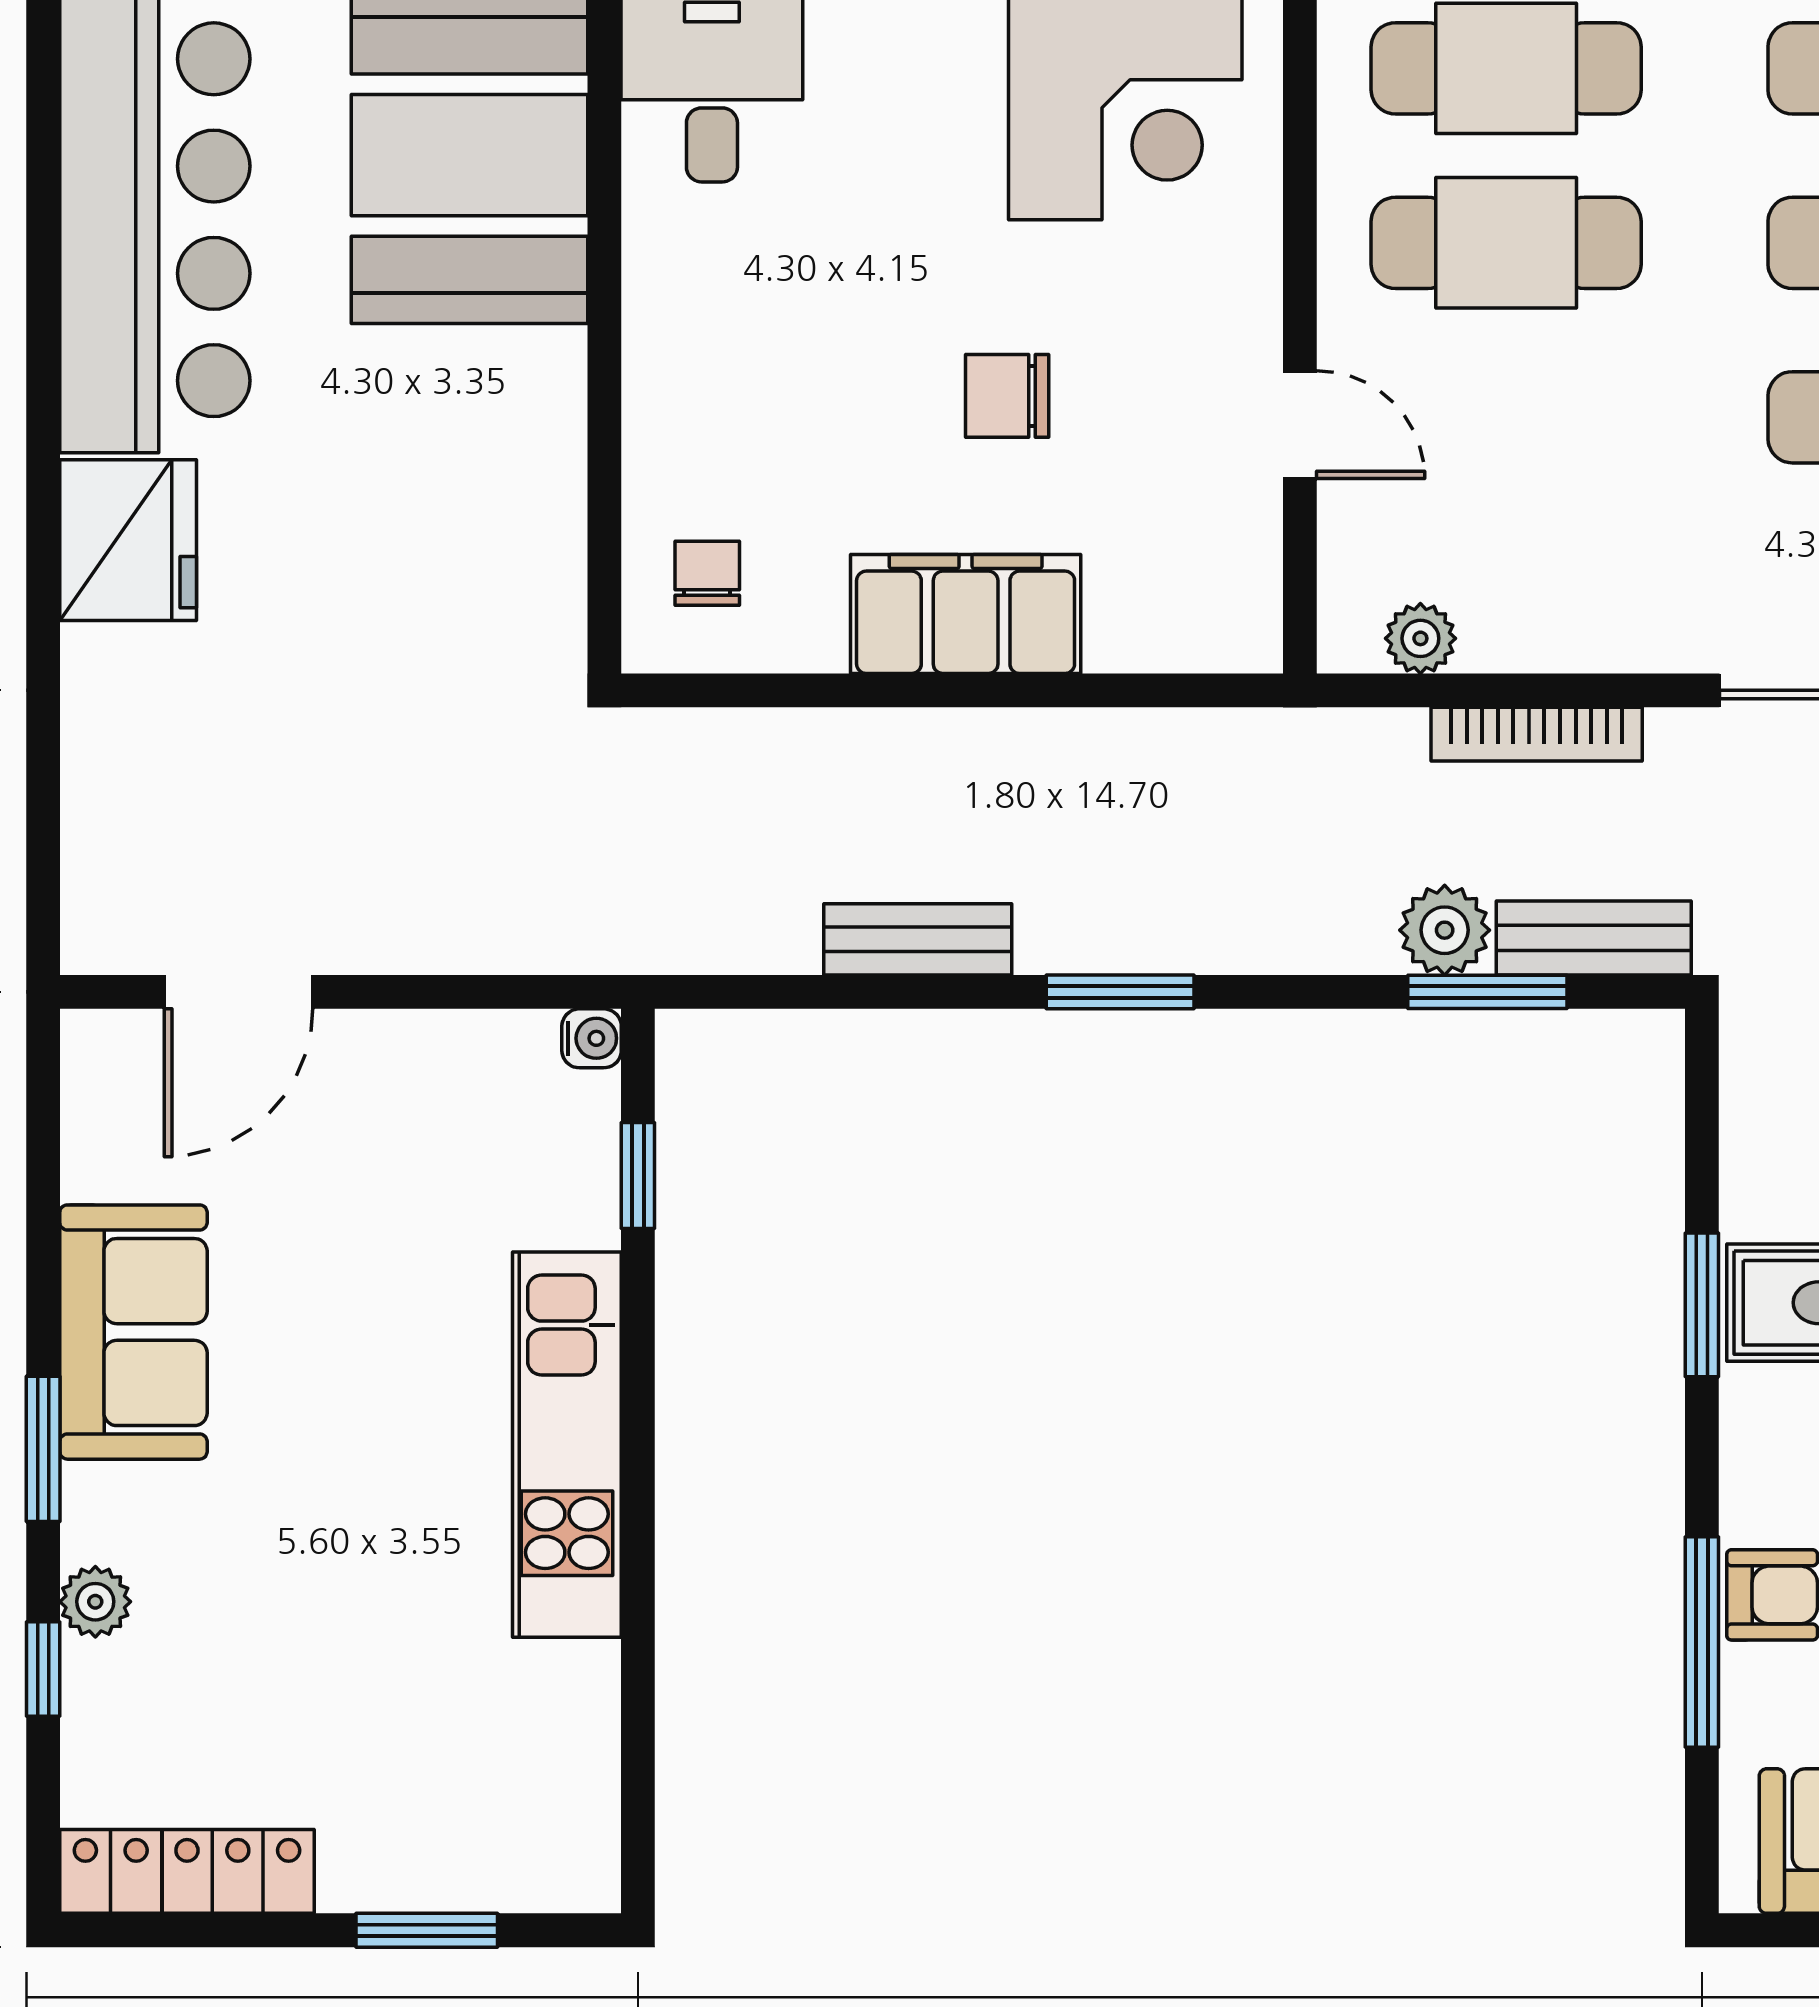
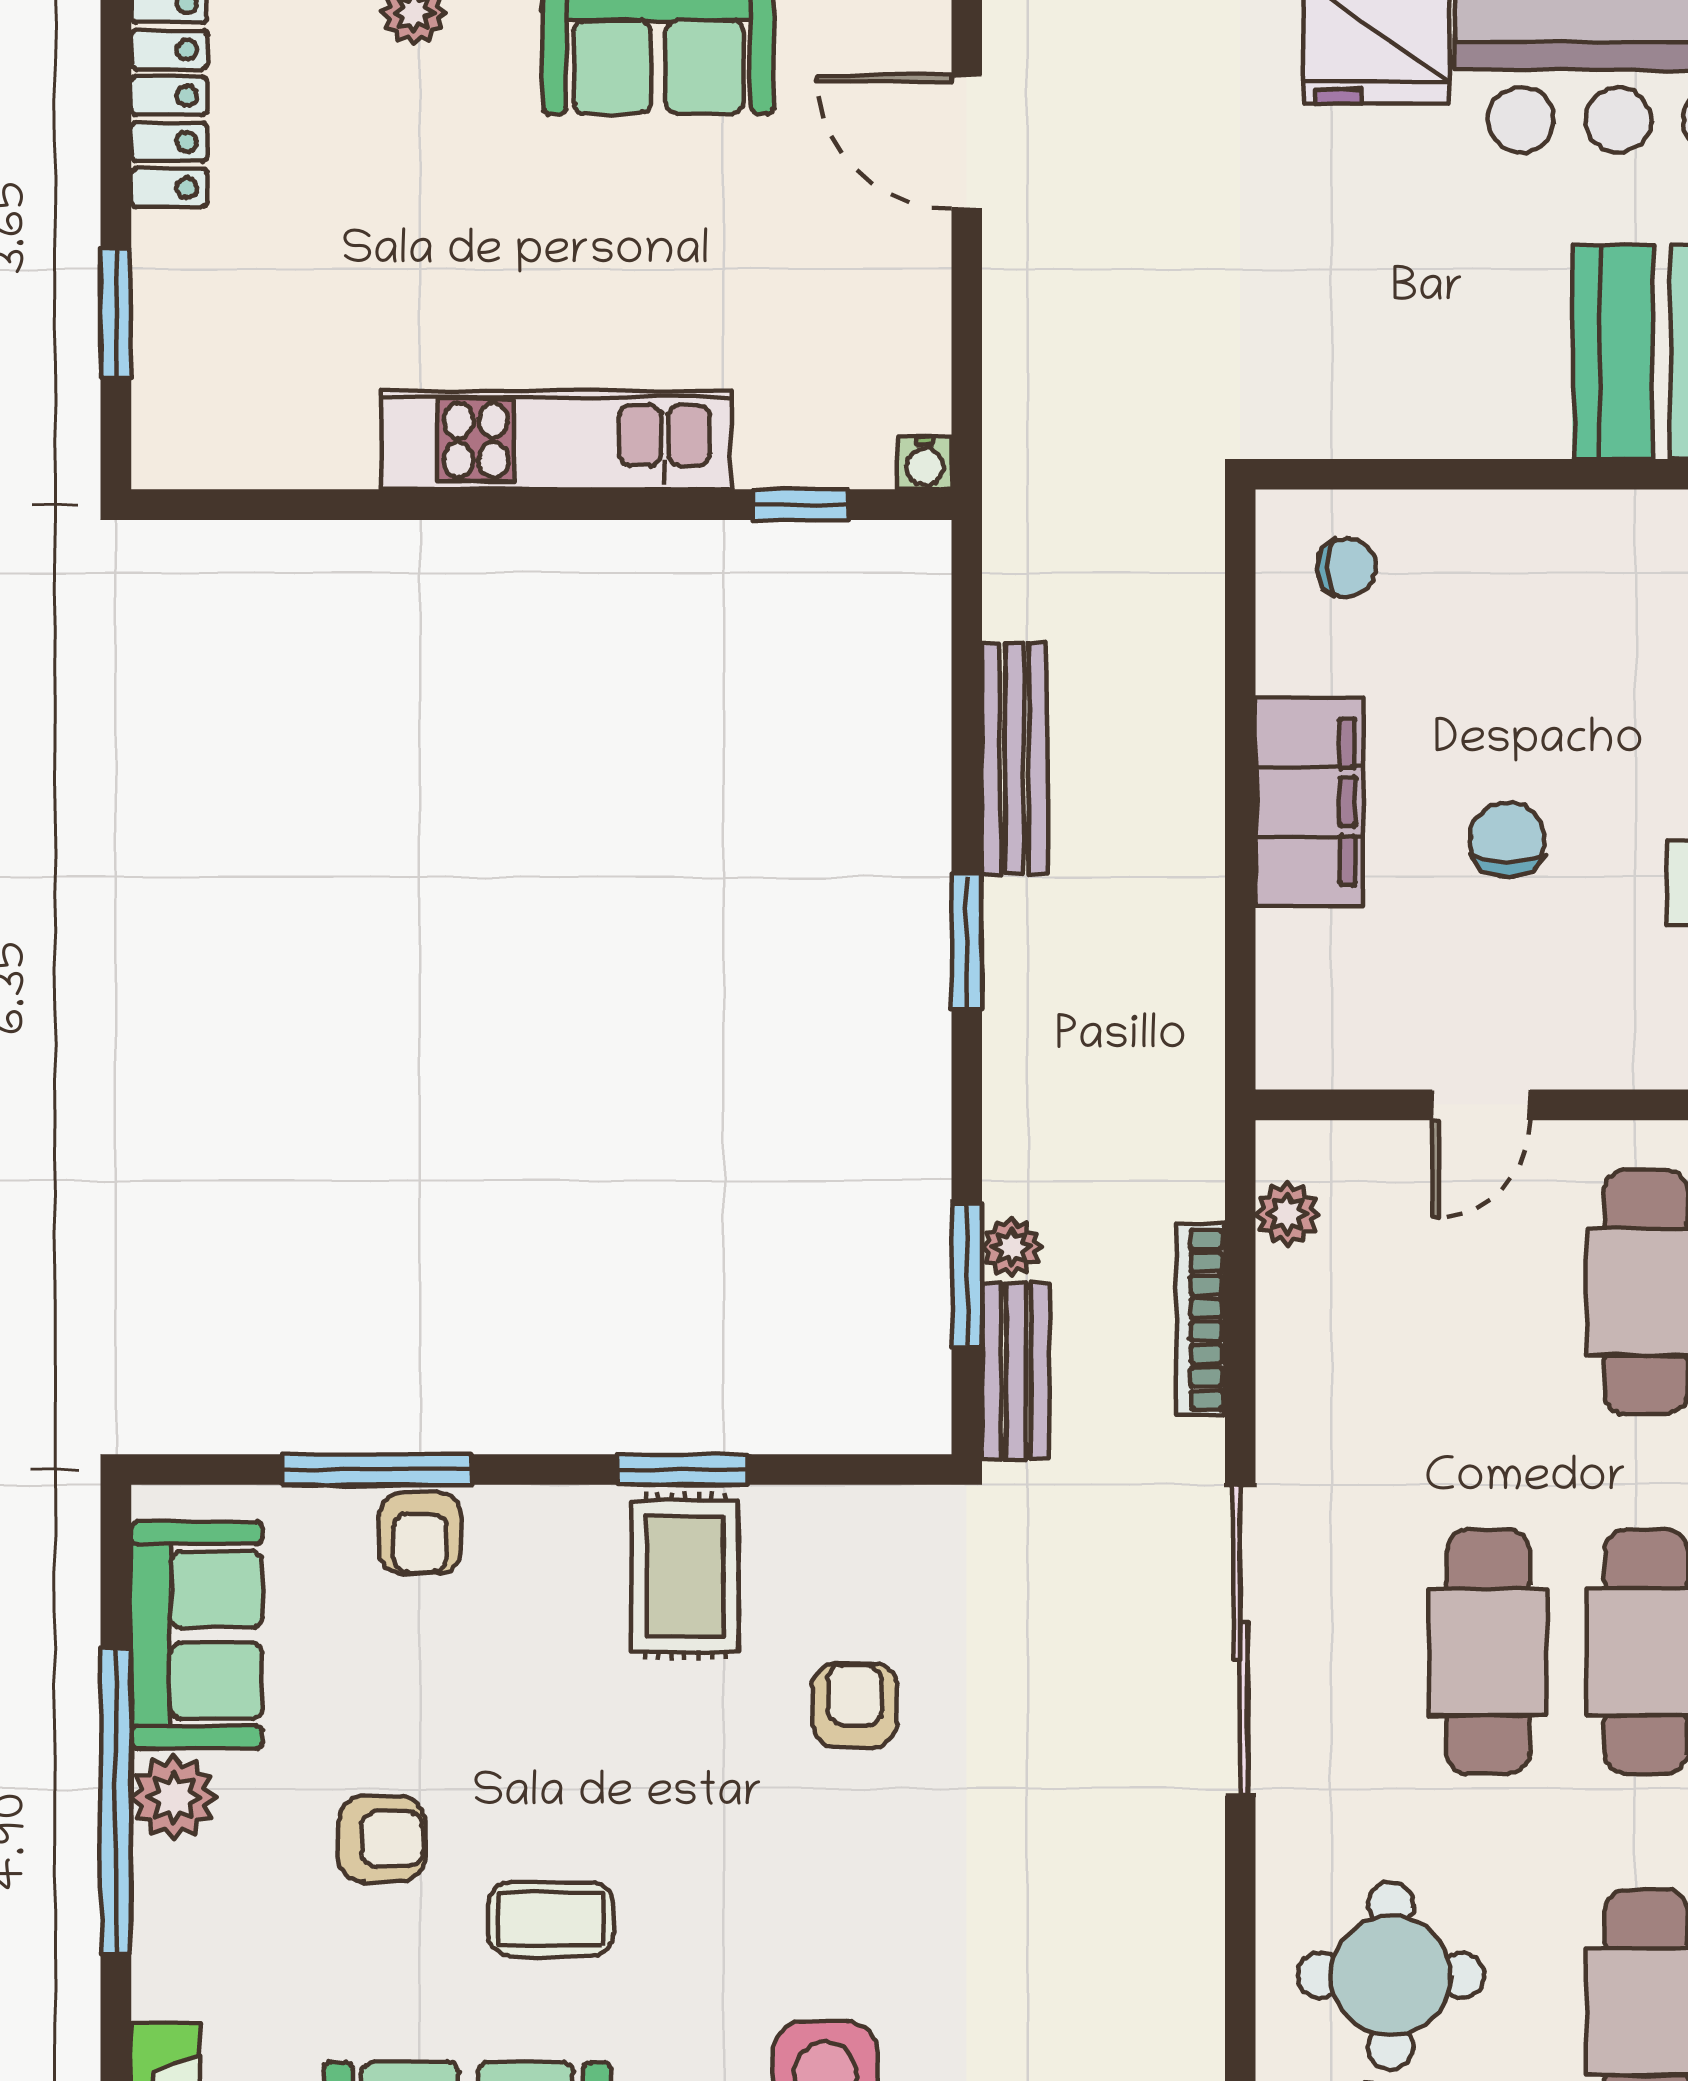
plant: (1445, 930) -> (1012, 1247), width x0.73, depth x0.73
bench: (918, 939) -> (1014, 758), width x1.36

